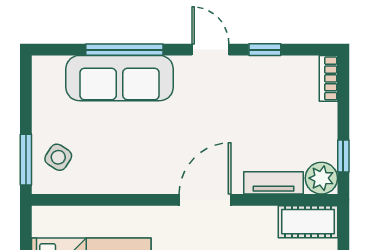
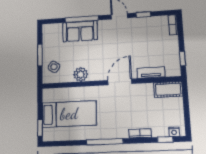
sofa: (120, 78) -> (80, 31), width x0.73
window: (26, 160) -> (40, 55), moved
plant: (321, 178) -> (81, 74), moved

